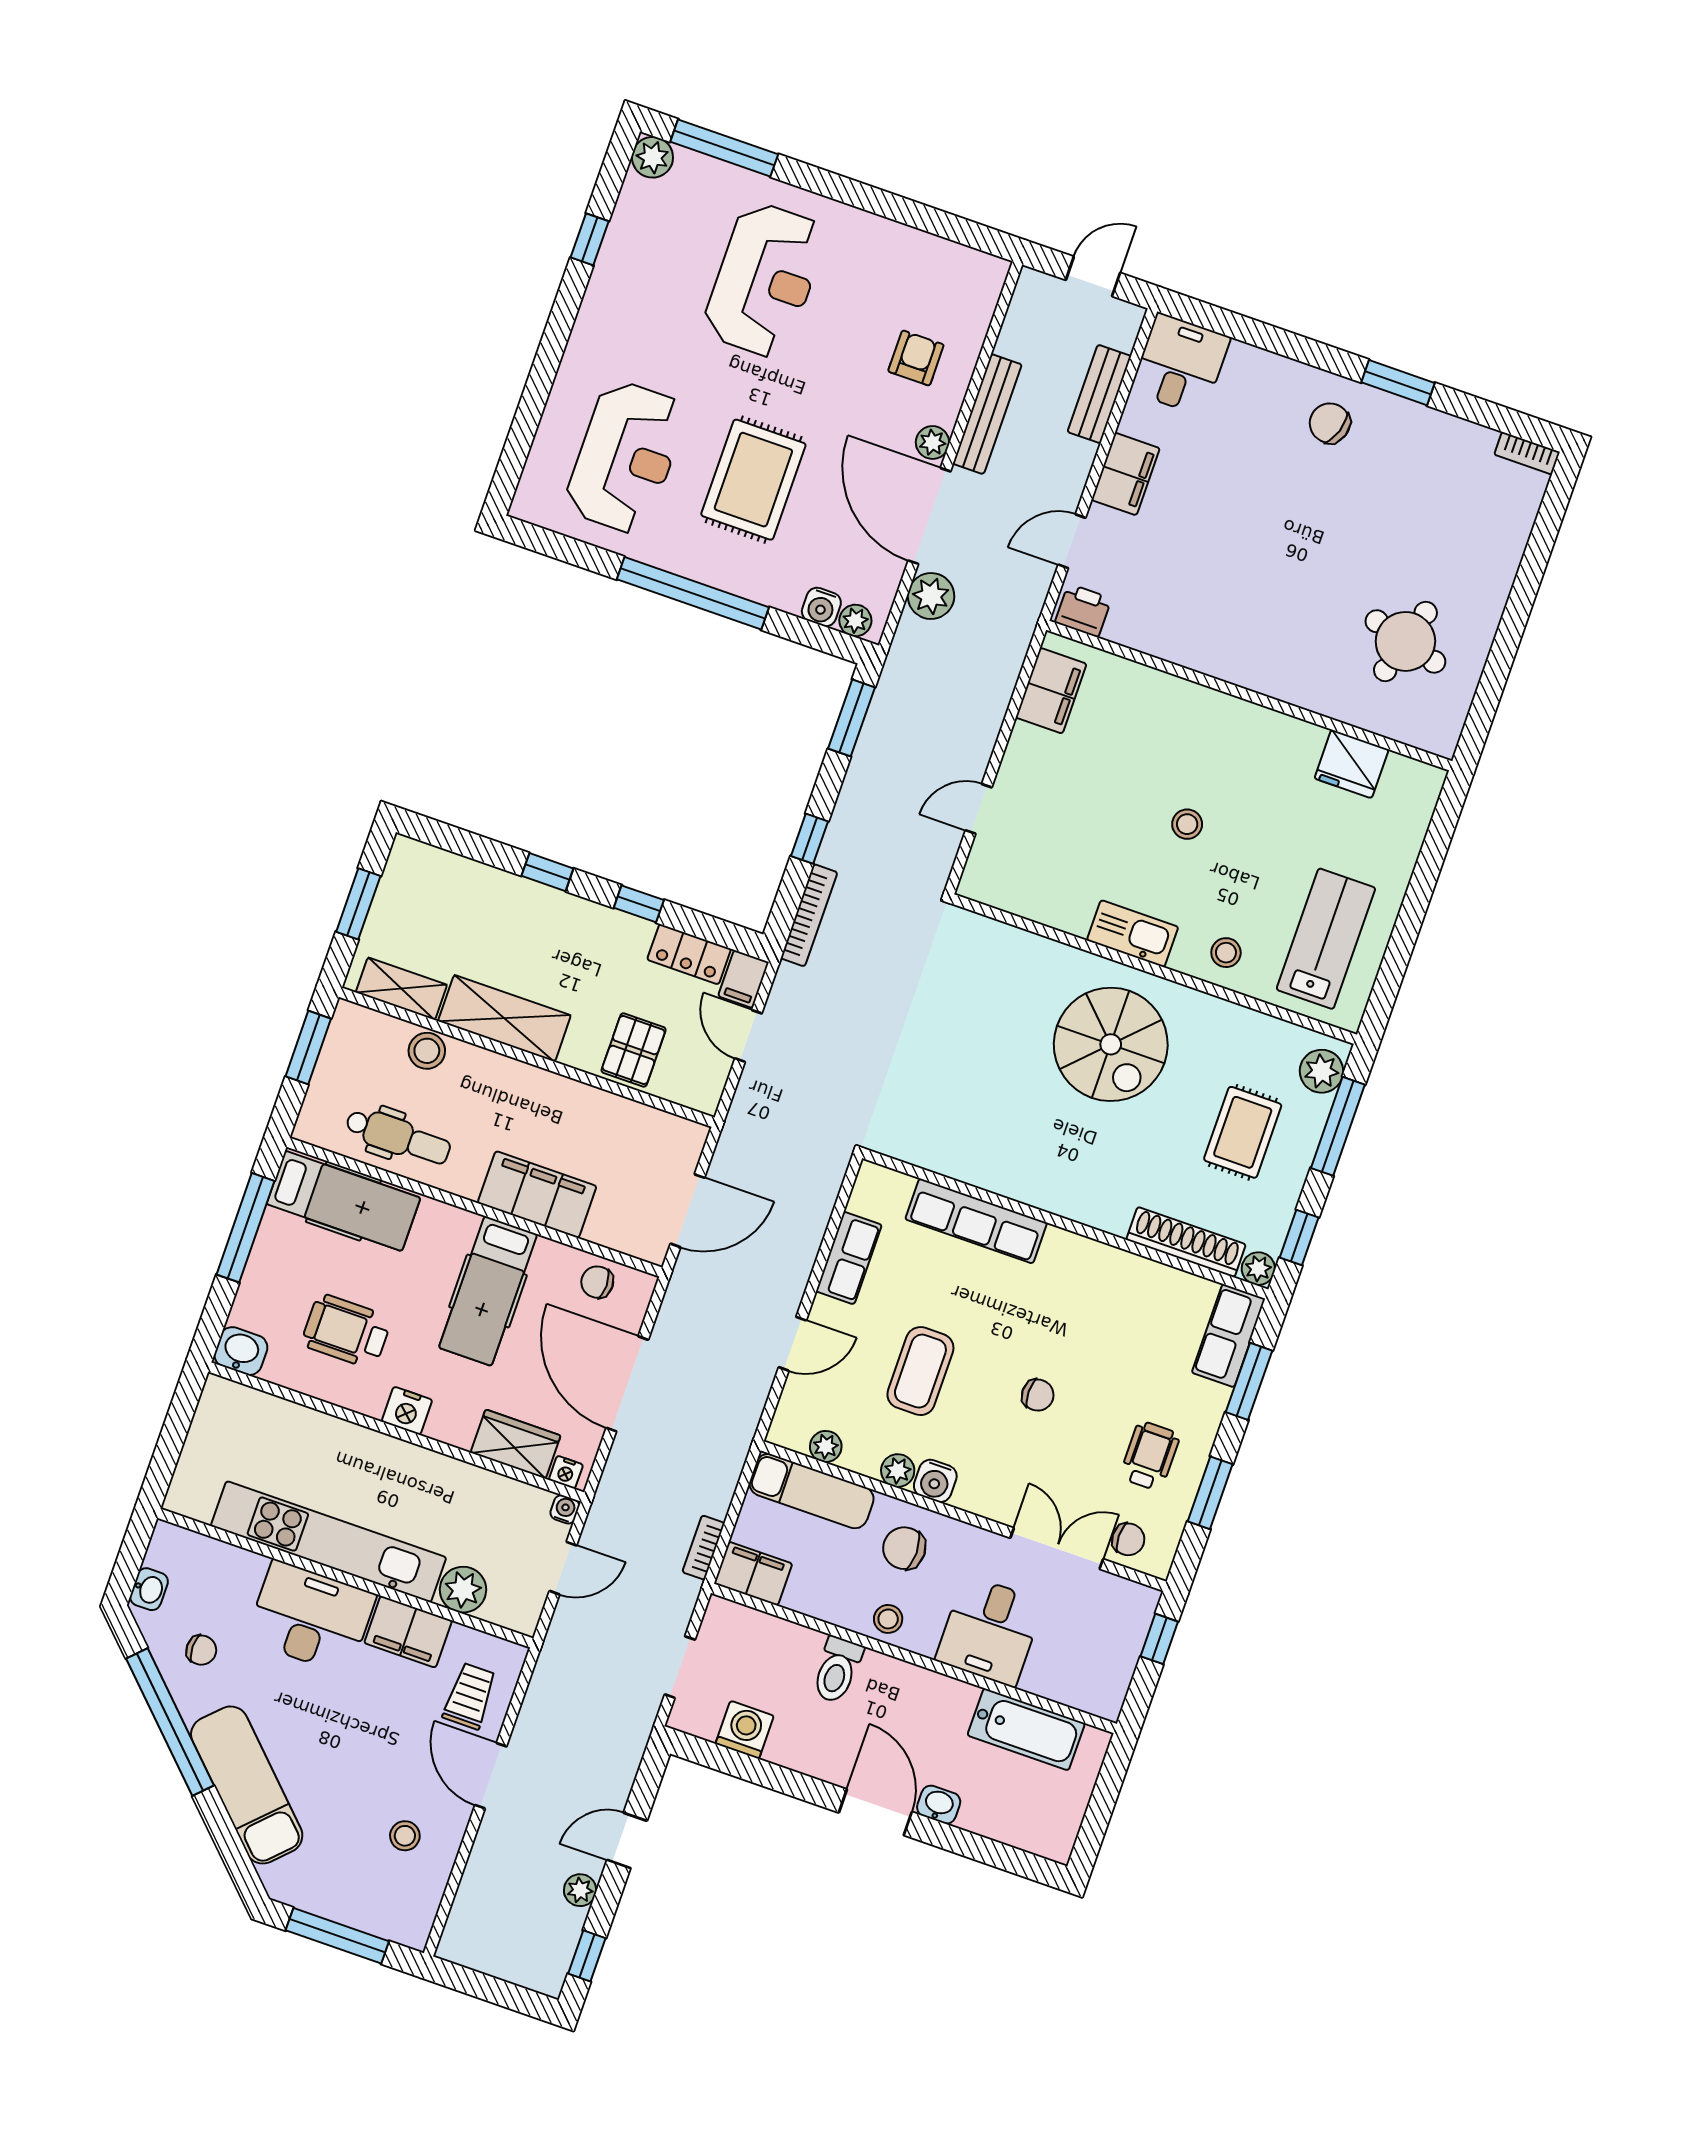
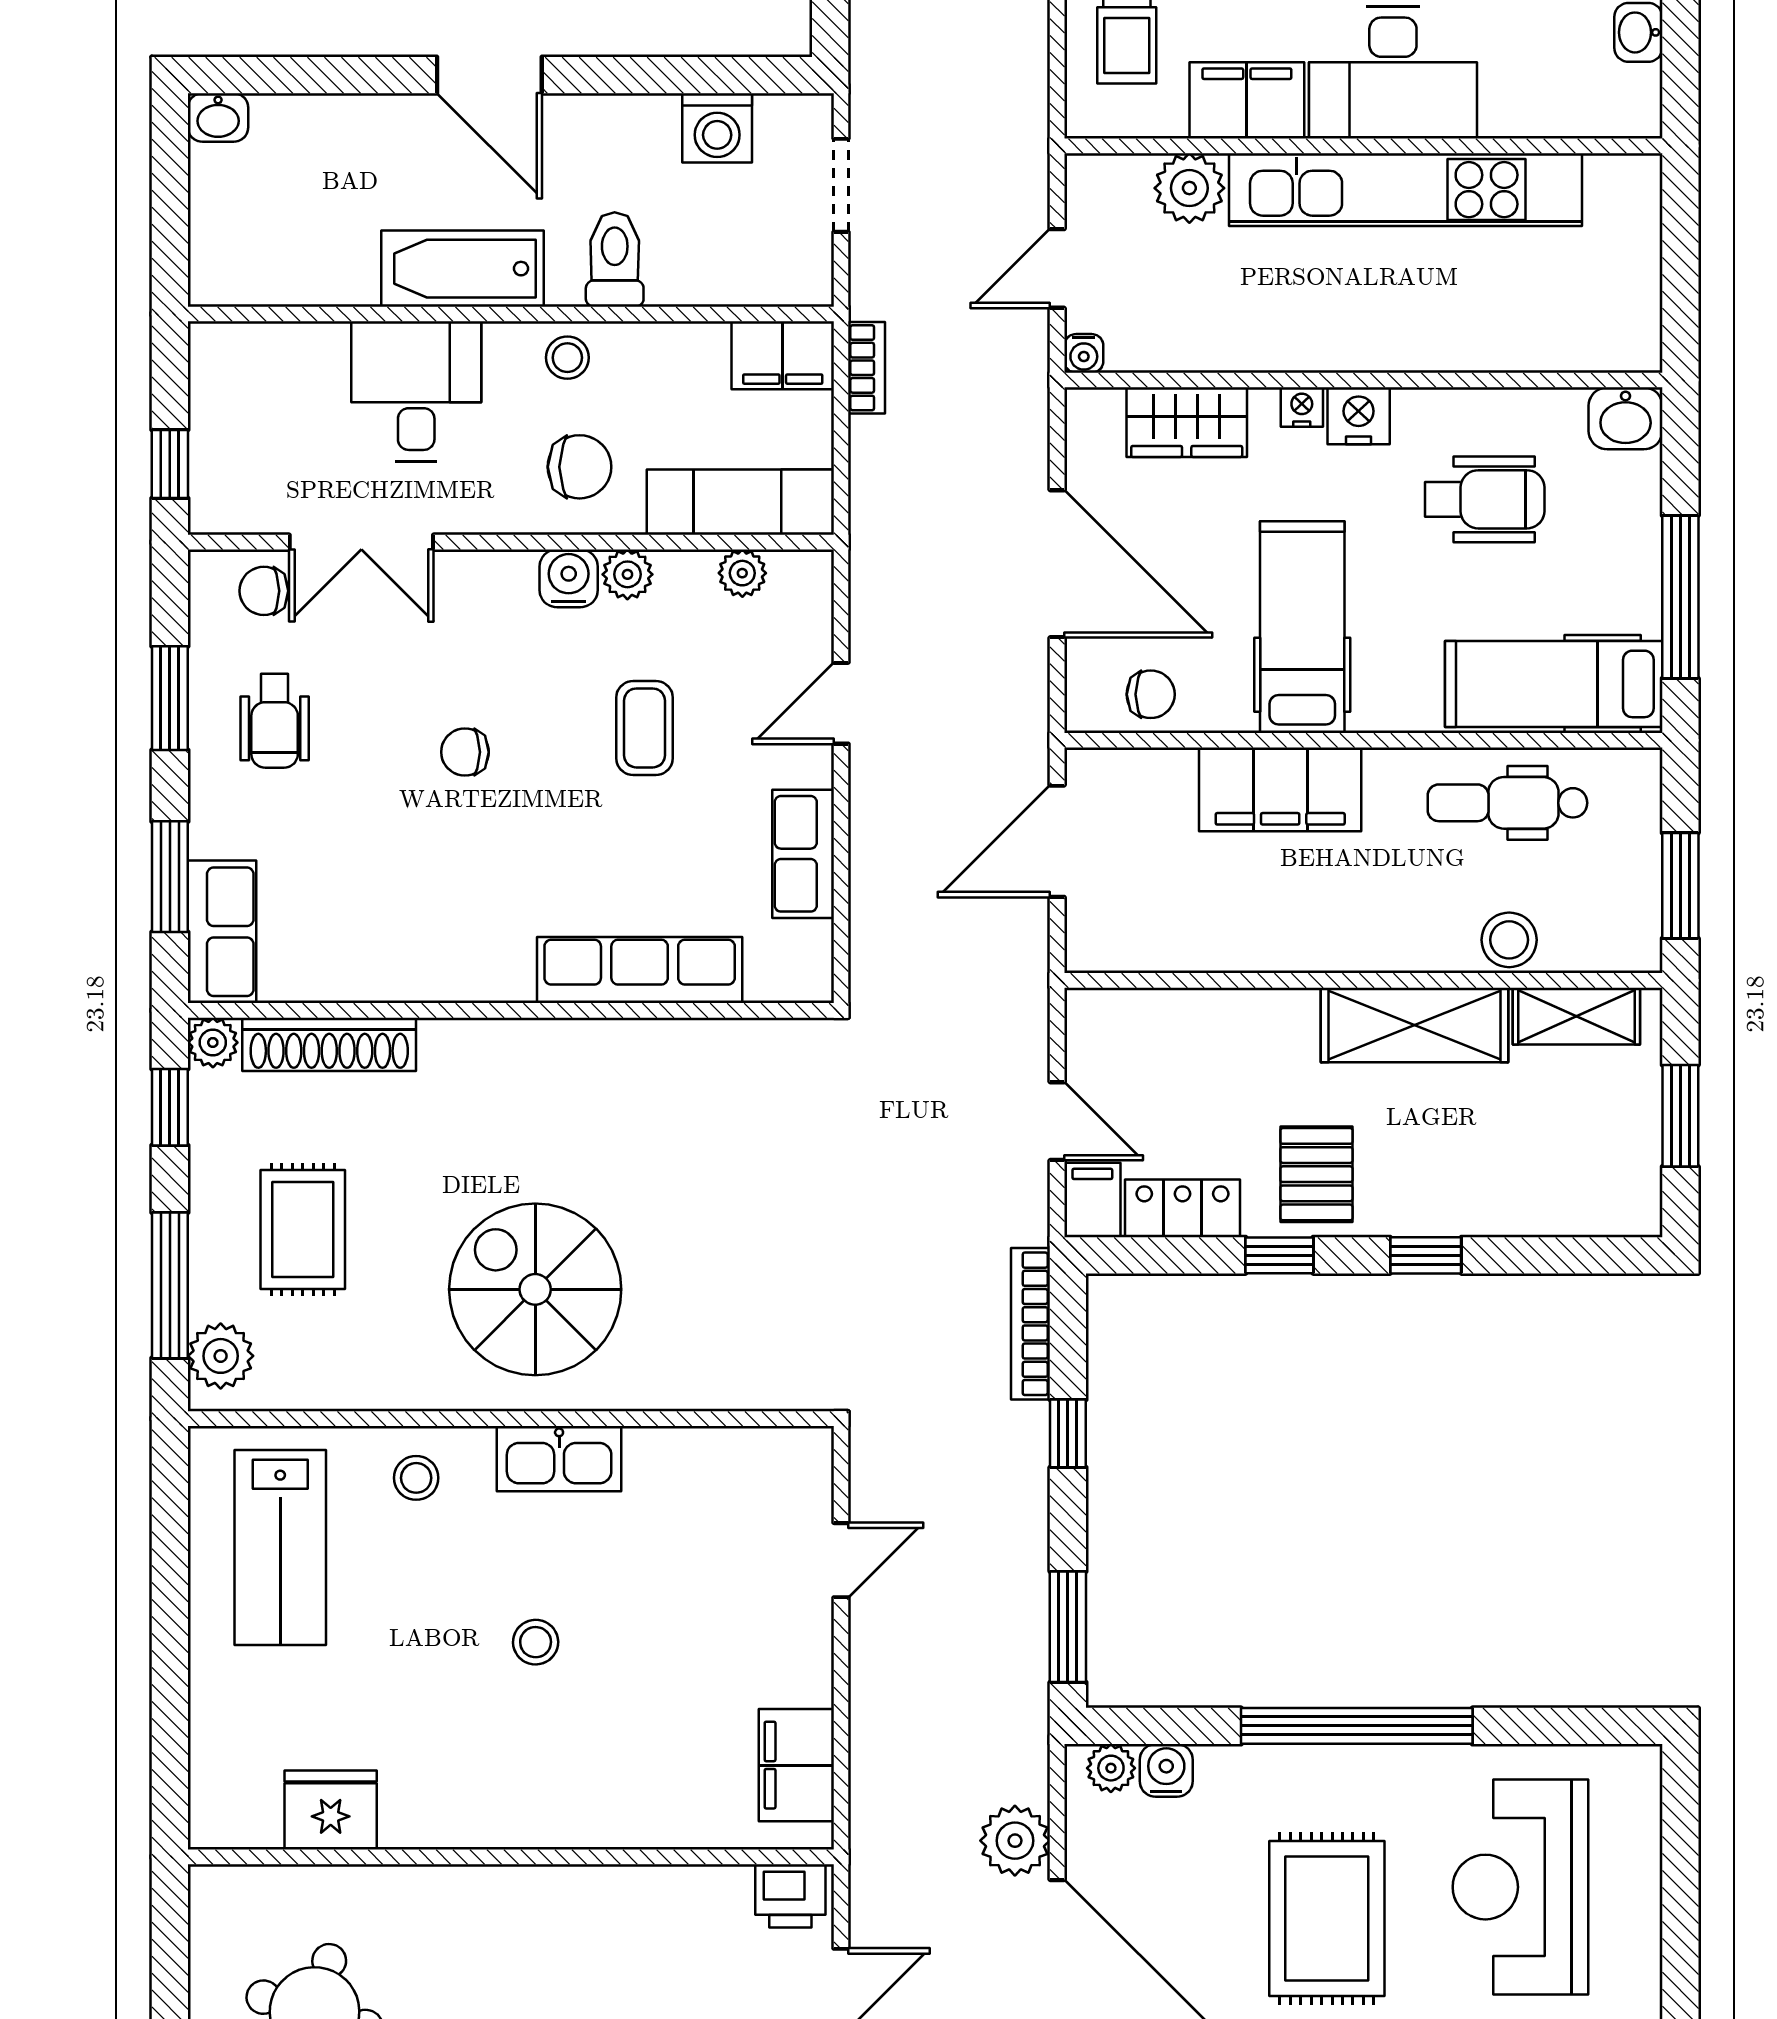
pallet: (634, 1050) -> (1316, 1174), moved
coffee table: (920, 1371) -> (644, 728), width x0.73, depth x0.77
nightstand: (566, 1472) -> (1302, 407), moved
bathtub: (1026, 1729) -> (463, 269), moved
washbasin: (939, 1805) -> (218, 117), moved

